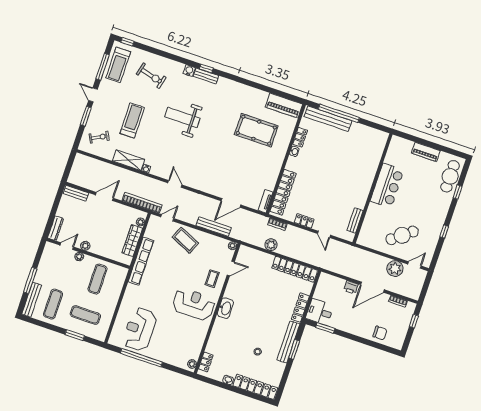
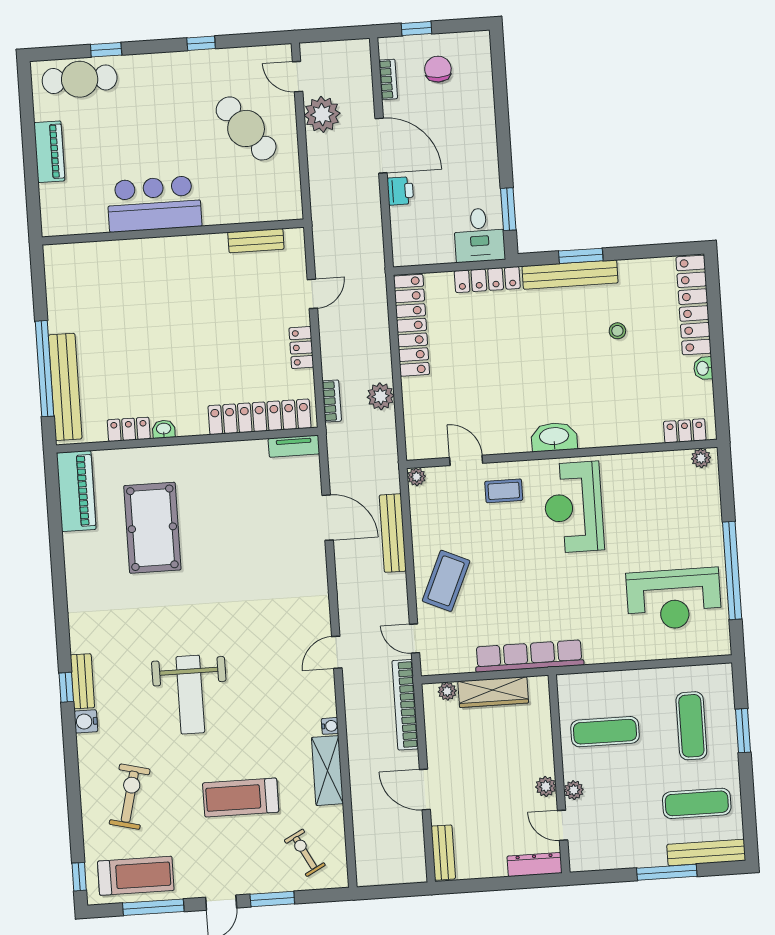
chair: (380, 333) -> (438, 69), moved

